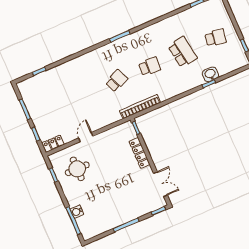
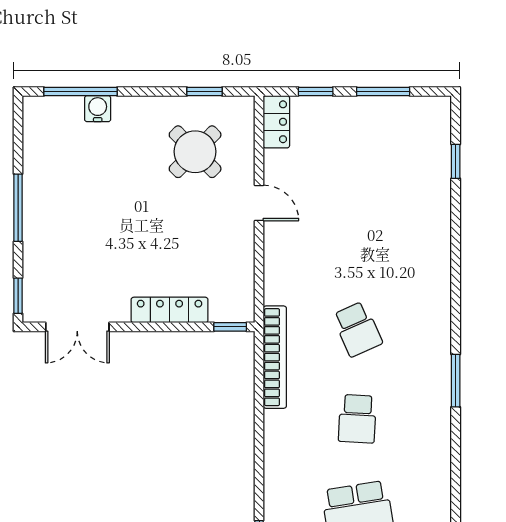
round table: (77, 169) -> (195, 152), turned 45

